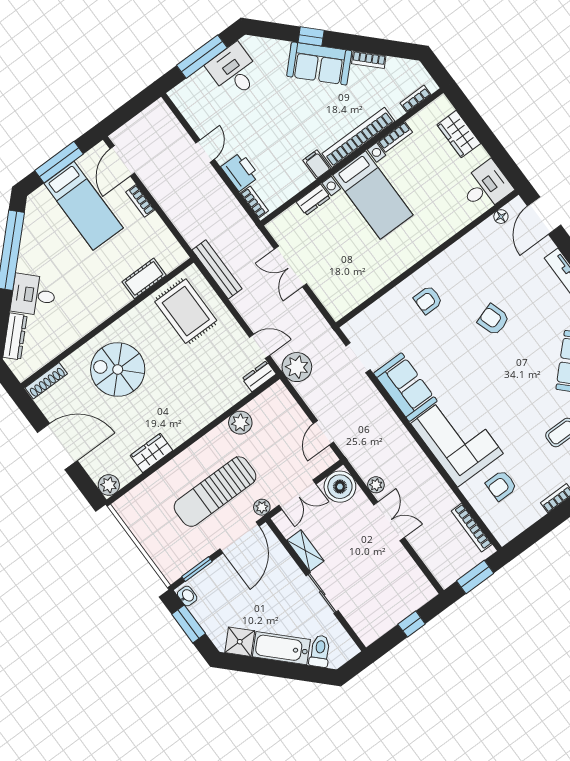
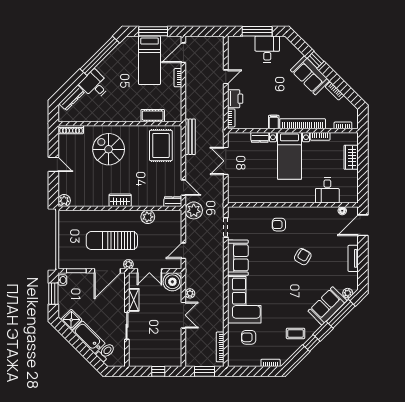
desk: (486, 187) -> (327, 190), moved, turned 90
armchair: (493, 320) -> (303, 257), turned 48
door: (57, 447) -> (53, 164), width x0.53
wardrobe: (152, 453) -> (120, 200), moved

